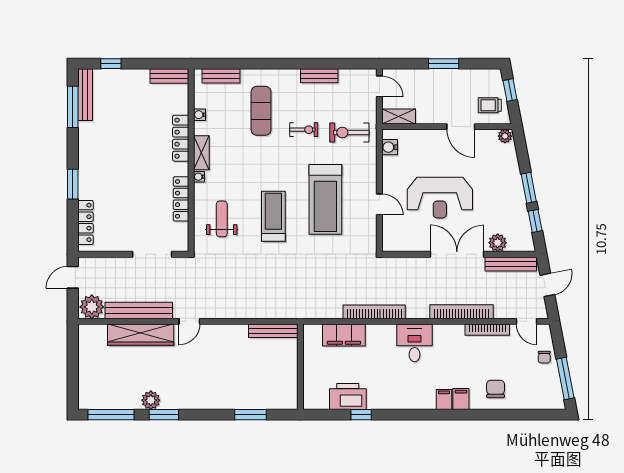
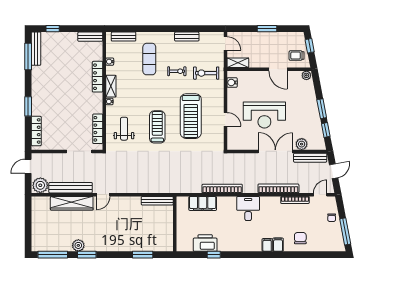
locker: (181, 199) -> (98, 129), moved
door: (526, 321) -> (320, 195), swing flipped

